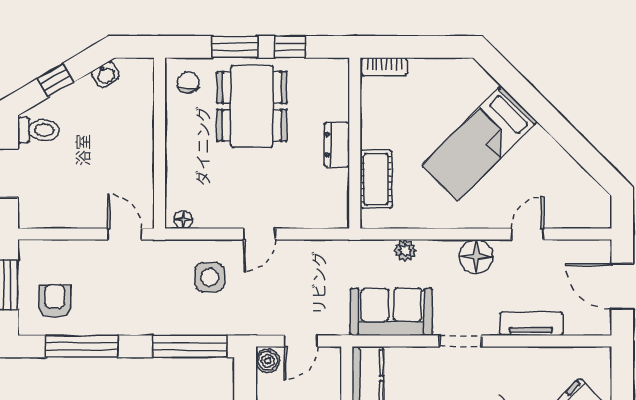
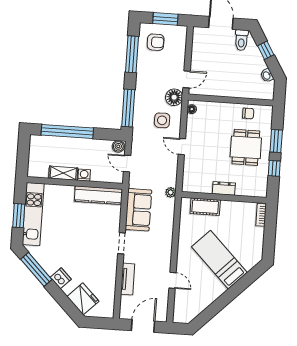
chair: (188, 82) -> (248, 113), moved
dining table: (252, 106) -> (246, 147), width x0.73
plant: (405, 250) -> (171, 192), moved
floor lamp: (476, 256) -> (174, 97), moved

